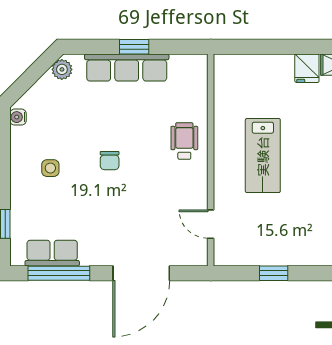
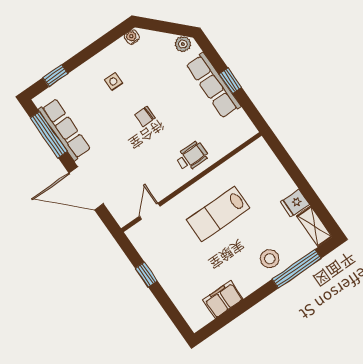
row of seats: (52, 253) -> (65, 130), width x1.48

